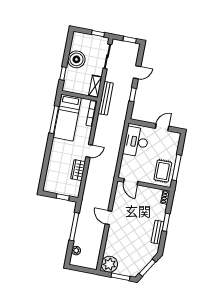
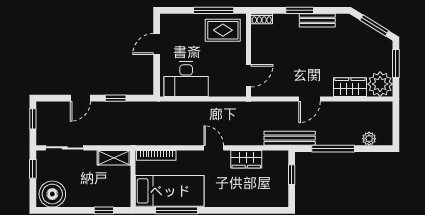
boiler: (76, 59) -> (52, 194), moved
door: (137, 72) -> (80, 98), swing flipped
bench: (106, 98) -> (290, 138), moved
door: (162, 127) -> (157, 44), hinge flipped
wardrobe: (111, 245) -> (350, 87), added

